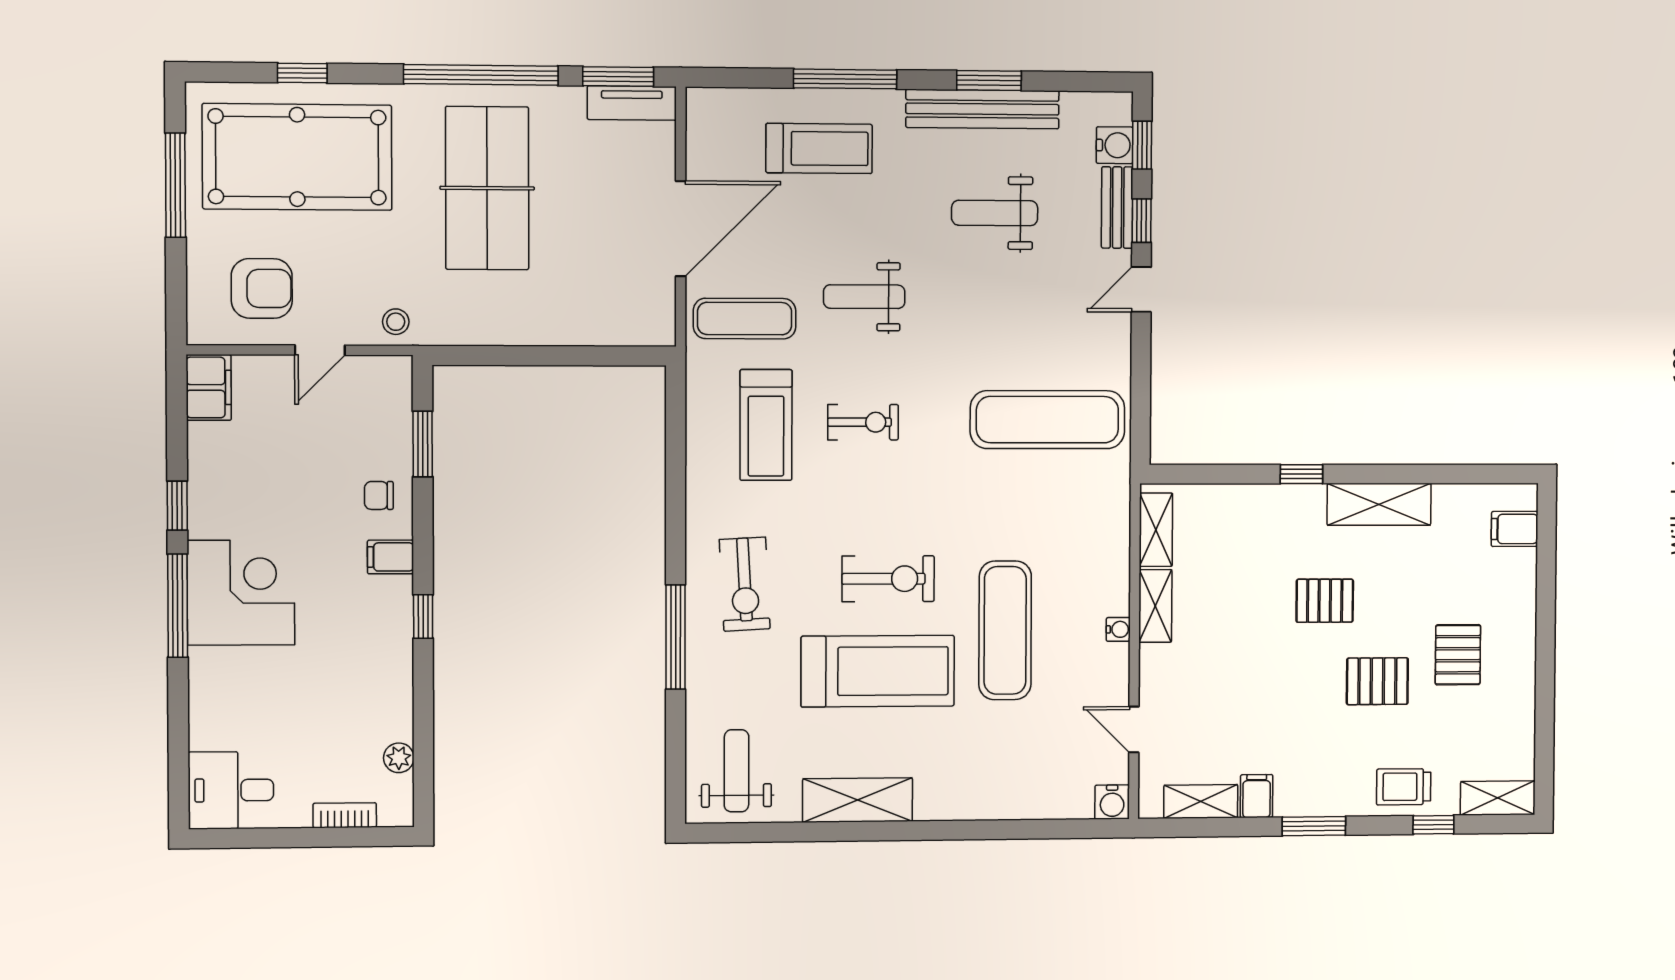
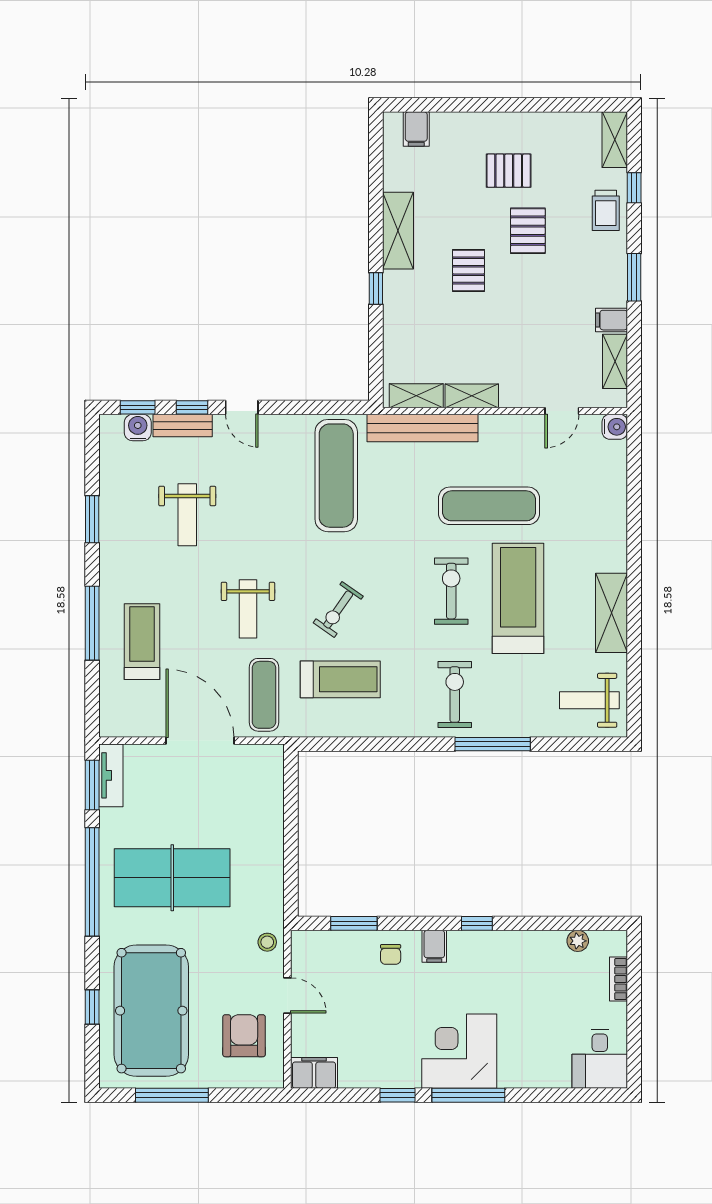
bench: (982, 109) -> (422, 428), moved, turned 90
exercise bike: (863, 422) -> (338, 609), turned -145
exercise bike: (745, 584) -> (455, 695), turned -87
water cooler: (1118, 629) -> (489, 423), removed

